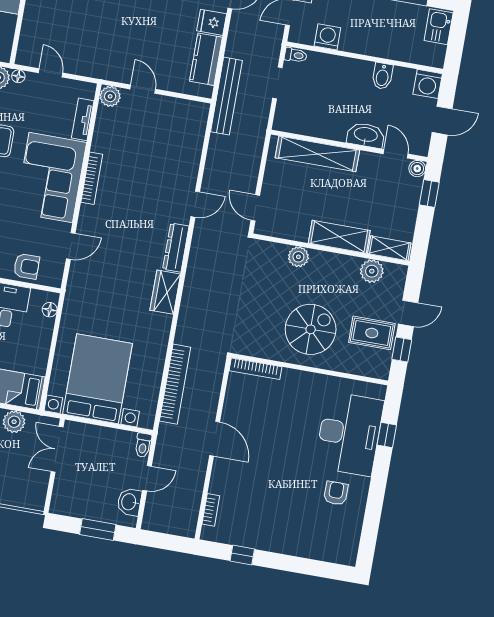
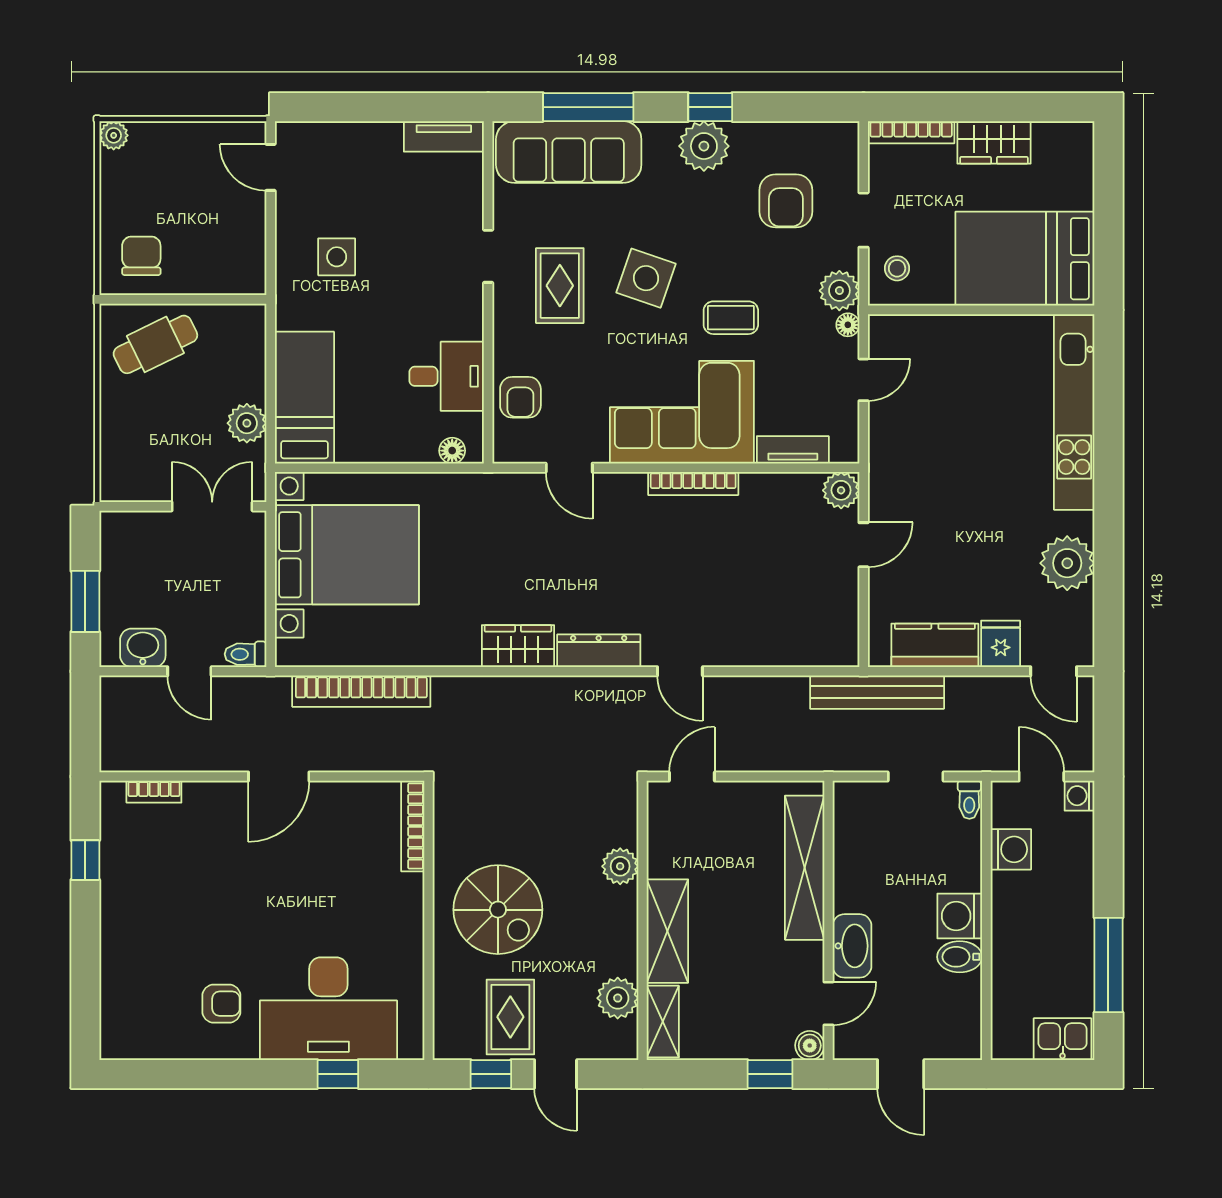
washing machine: (428, 84) -> (960, 916), moved

